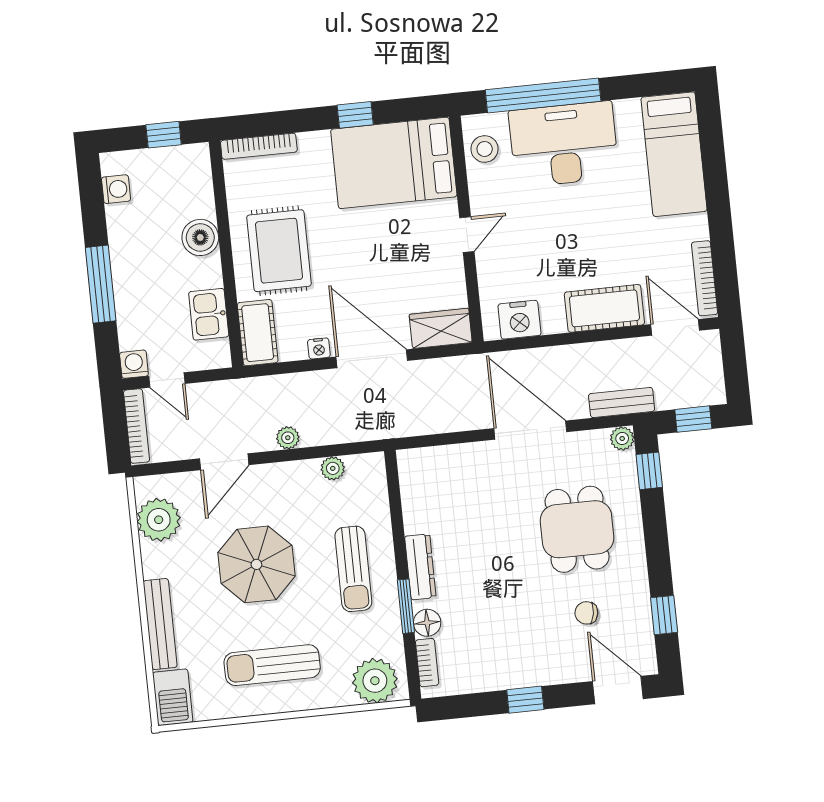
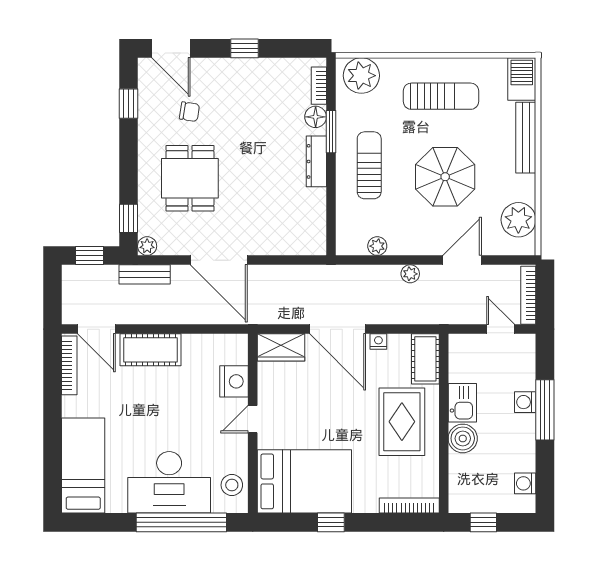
kitchen sink: (209, 314) -> (462, 403), moved
nightstand: (519, 320) -> (234, 381), moved, turned 90
washing machine: (134, 364) -> (525, 402), moved, turned 90

